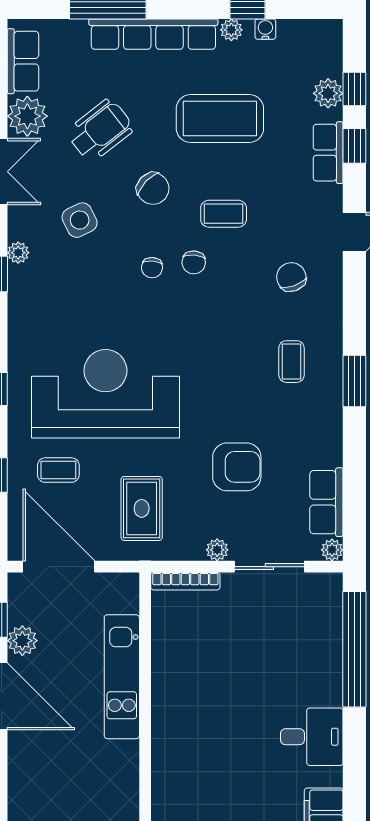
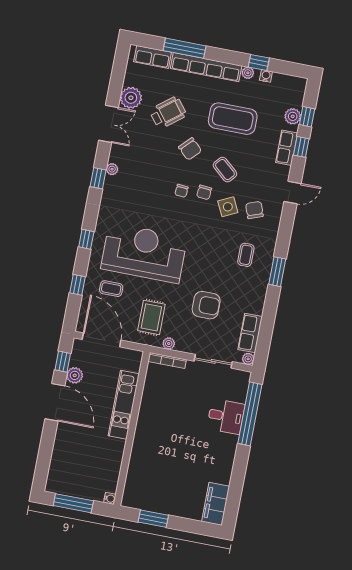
row of seats: (23, 61) -> (153, 57), moved, turned 90
coffee table: (224, 214) -> (225, 170), turned 41
side table: (80, 220) -> (228, 207), moved
plant: (217, 550) -> (169, 344), moved
desk: (312, 737) -> (226, 416), moved

